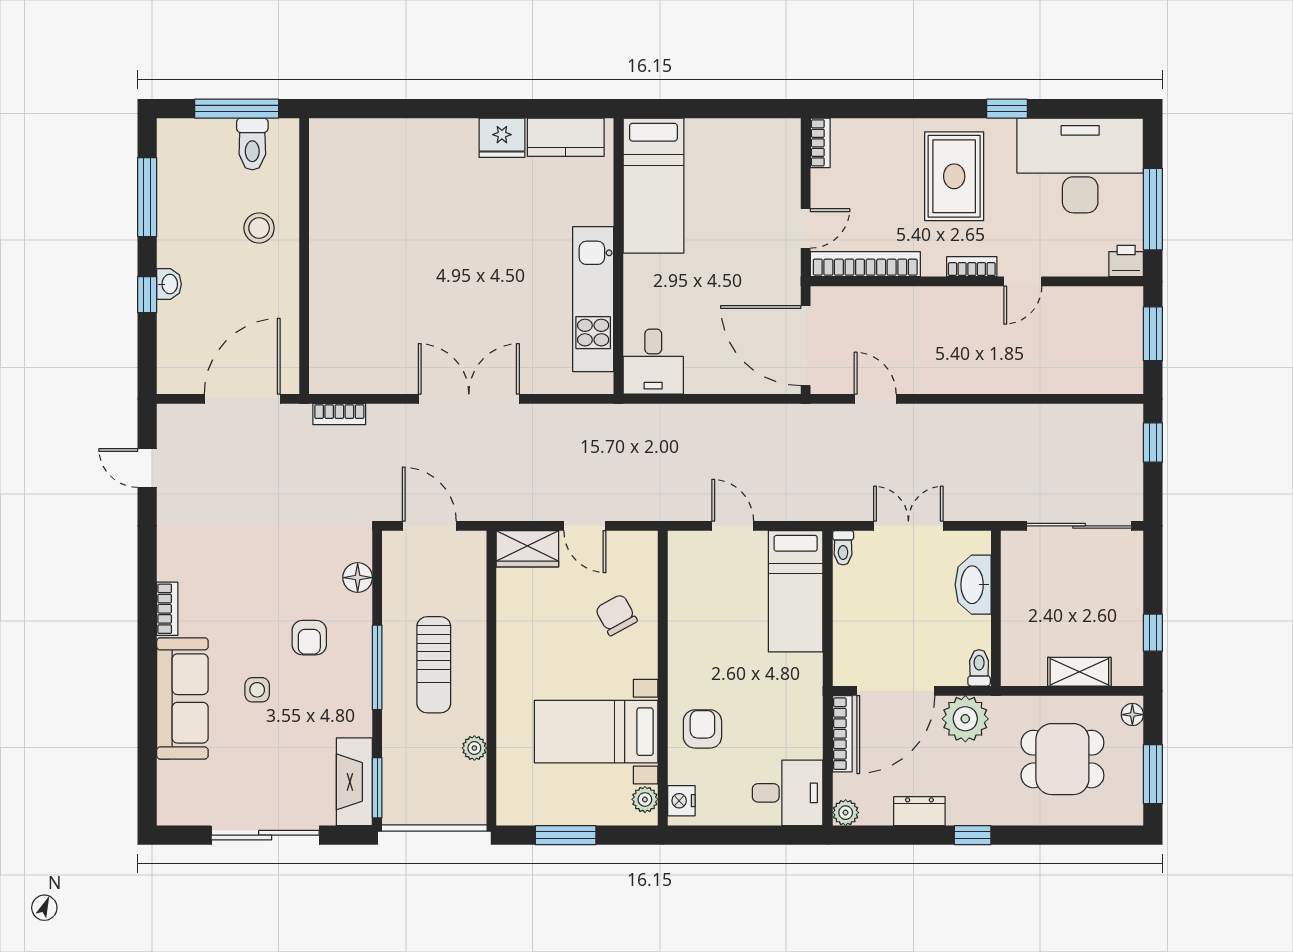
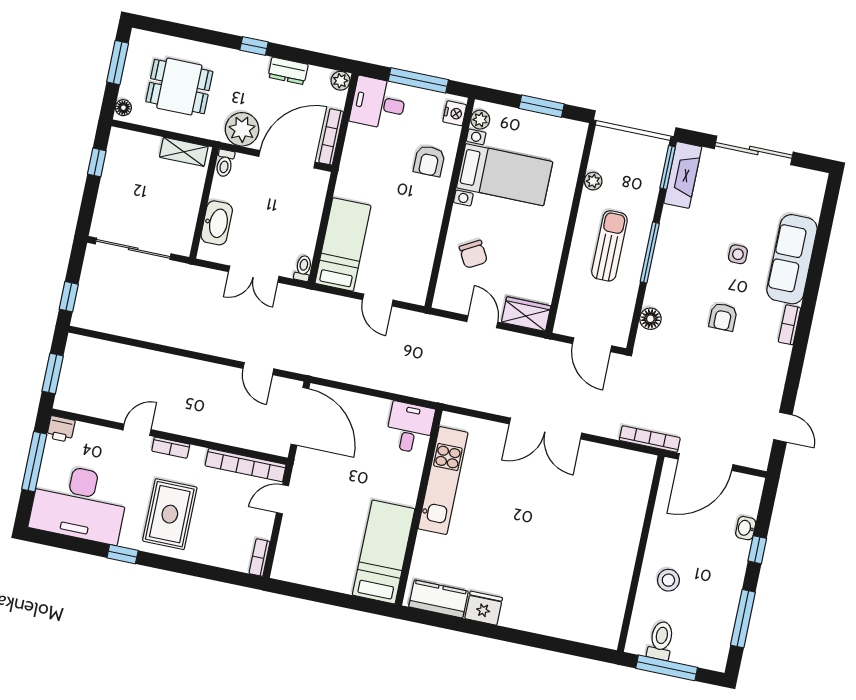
washbasin: (169, 284) -> (746, 528), moved
bookcase: (339, 414) -> (650, 439), width x1.56
armchair: (309, 638) -> (723, 317), moved, turned 180
shelving: (1079, 672) -> (184, 152), moved
window: (740, 835) -> (418, 80), added

